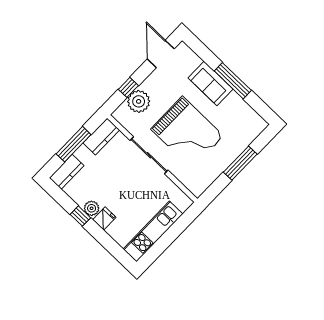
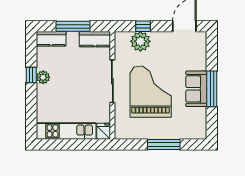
sofa: (210, 83) -> (196, 89), moved
grand piano: (187, 132) -> (151, 92), turned 180
fridge: (104, 218) -> (104, 131), moved, turned -90

